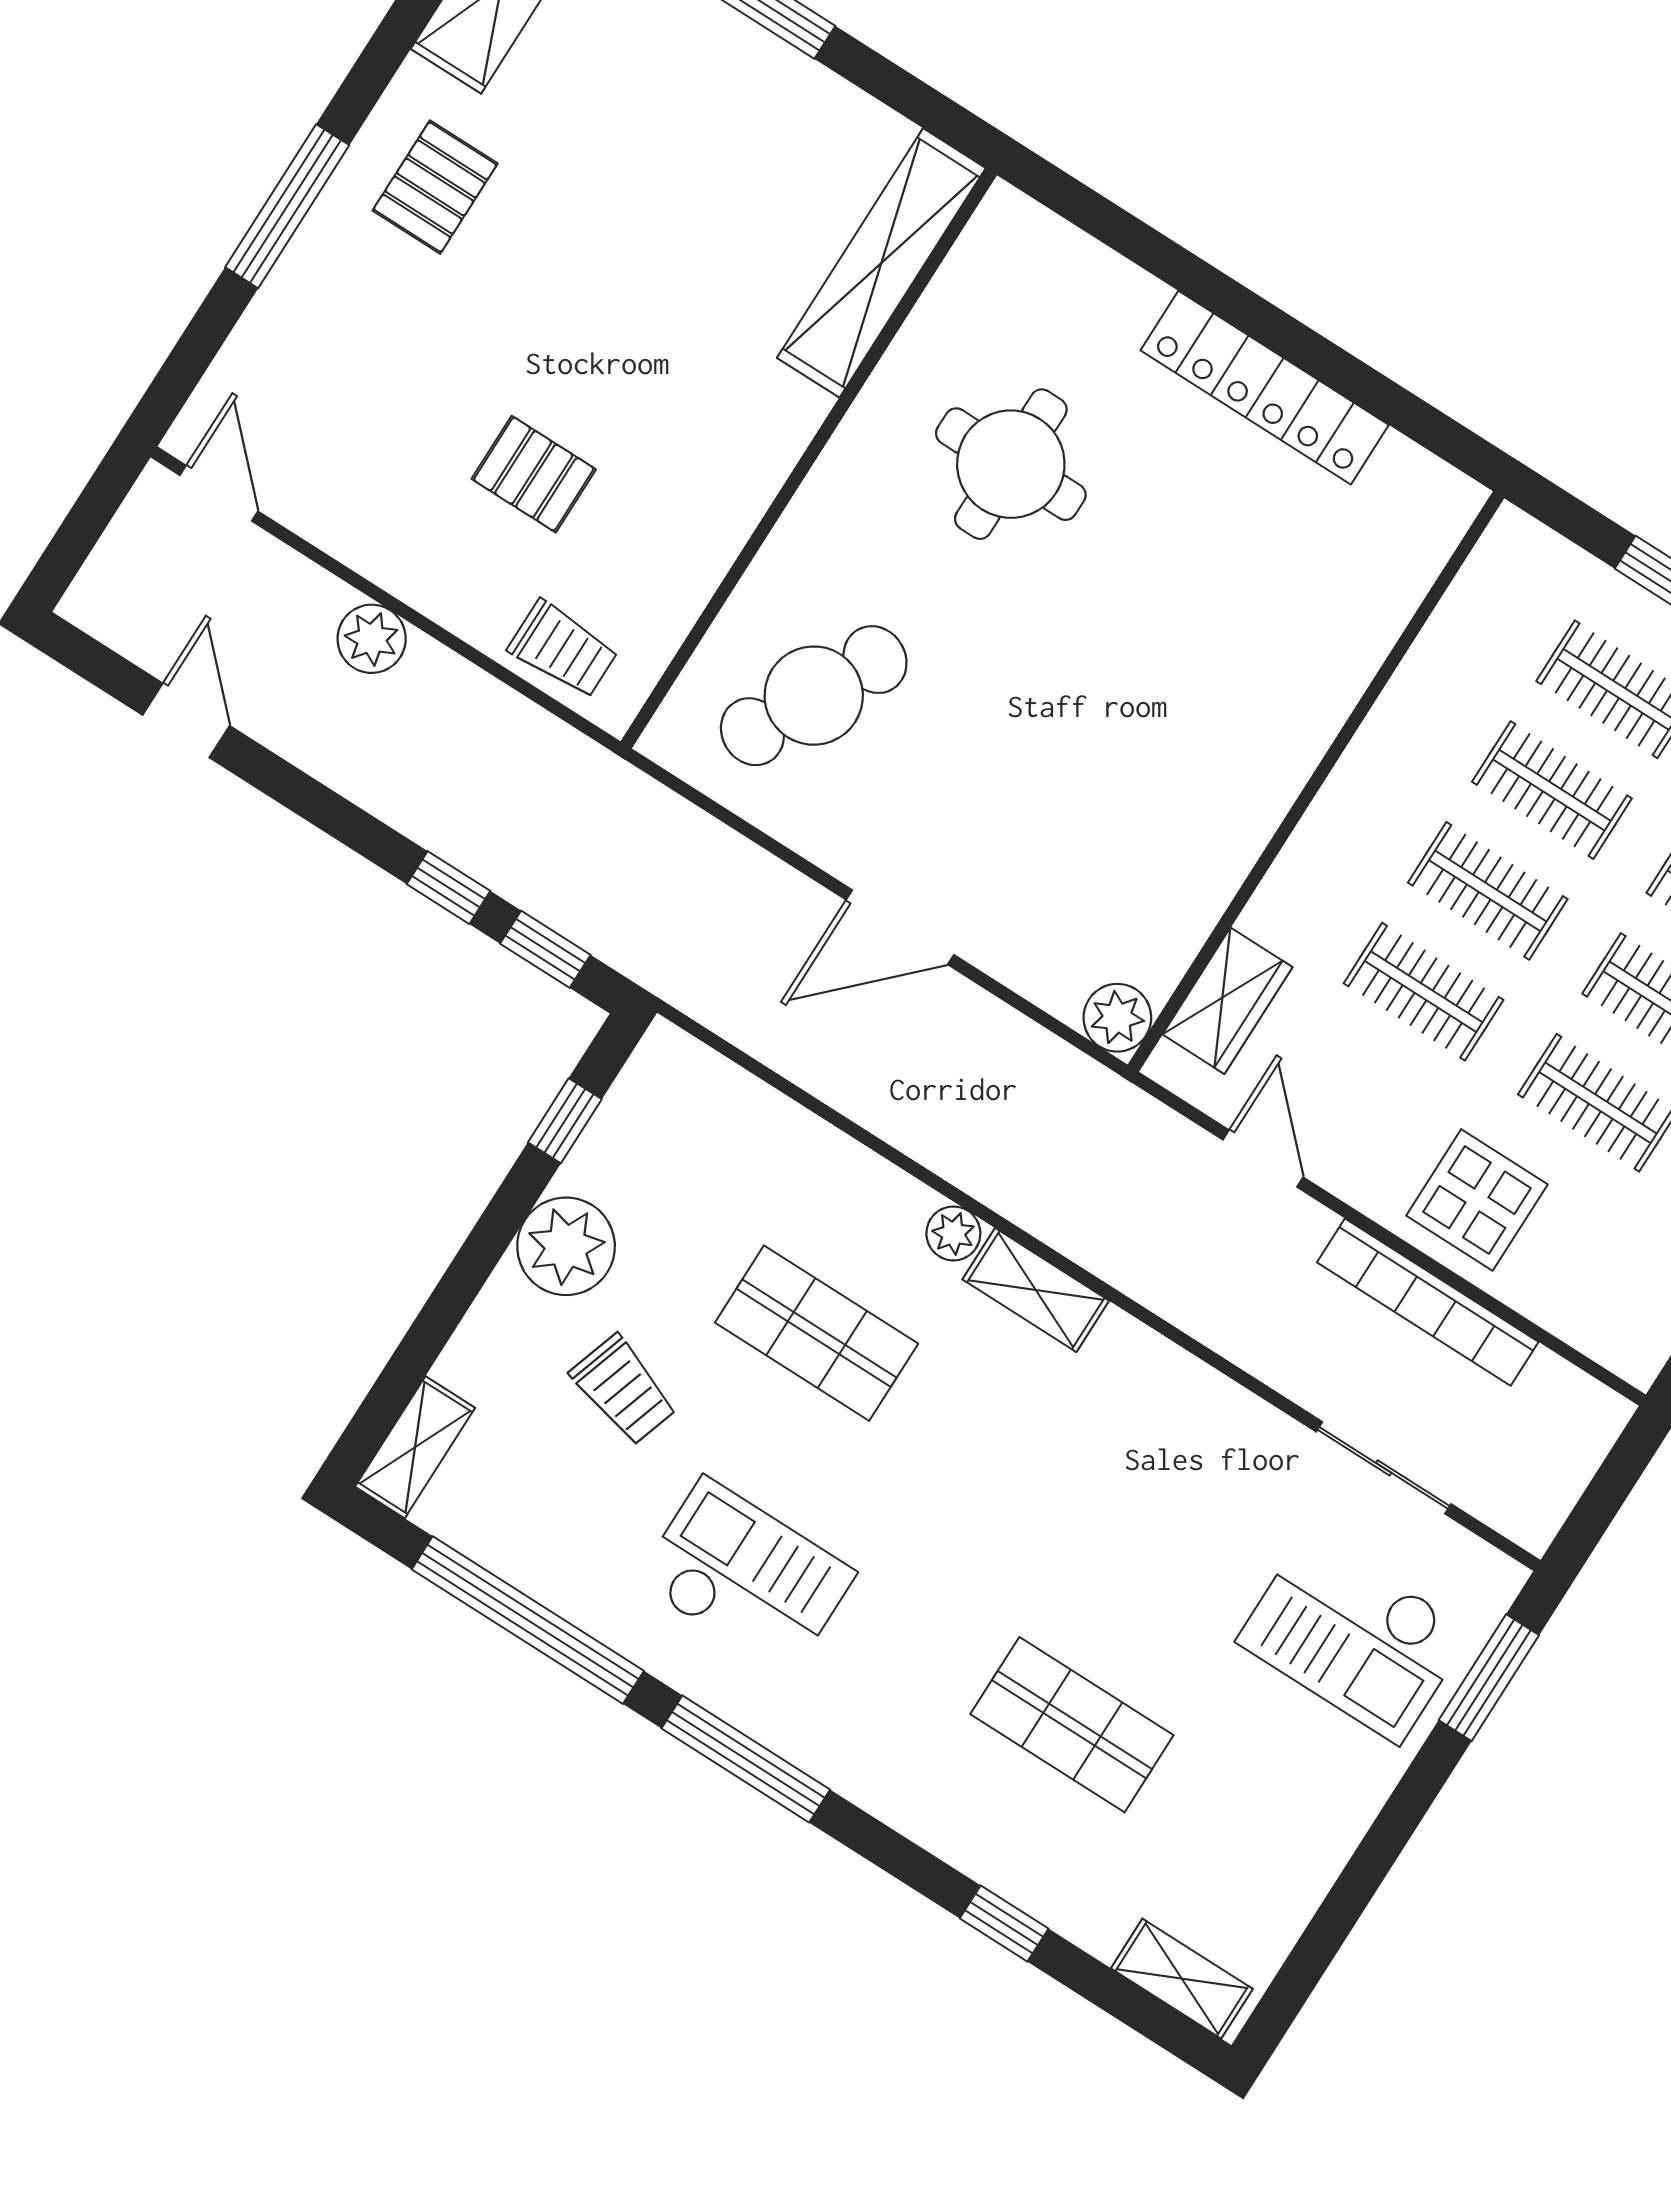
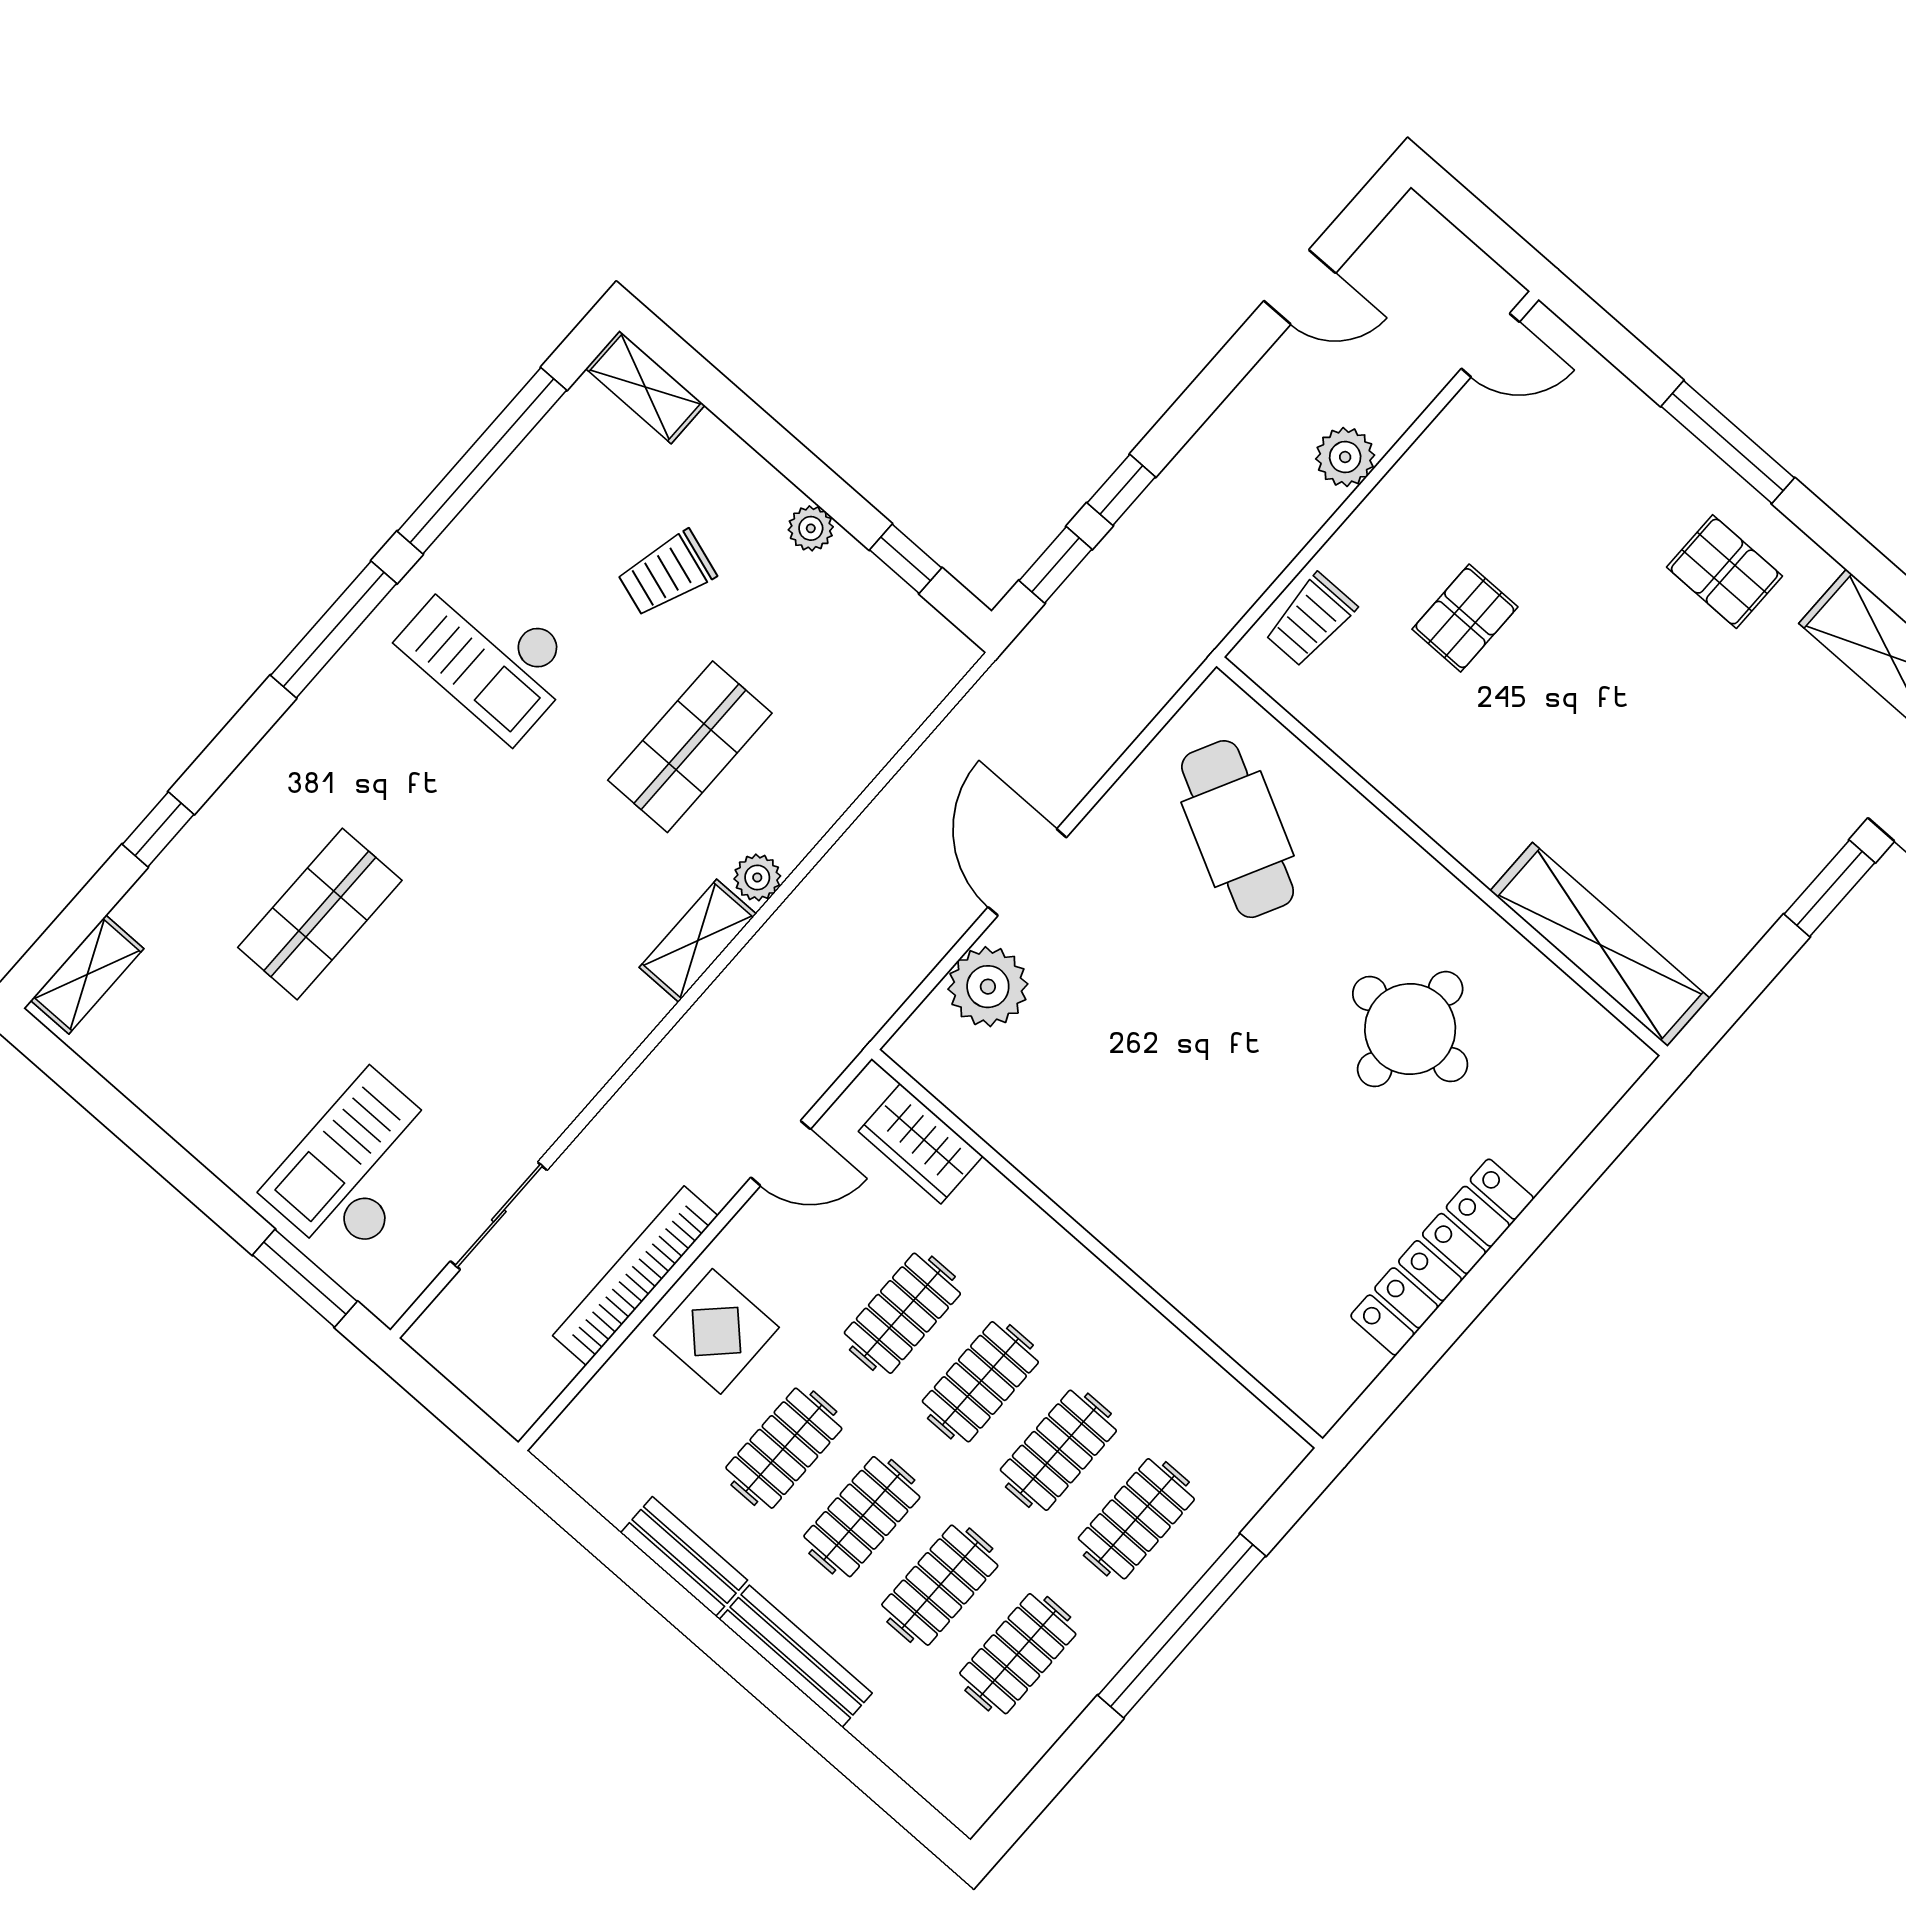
plant: (1117, 1018) -> (988, 987), moved, width x1.36, depth x1.36
plant: (566, 1246) -> (811, 528), width x0.53, depth x0.53
checkout: (746, 1577) -> (490, 654), turned 90

